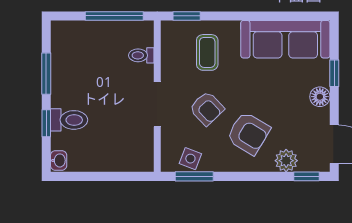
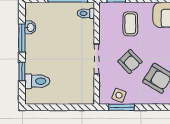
toilet: (141, 55) -> (86, 13), moved
toilet: (69, 120) -> (37, 81), moved
washbasin: (59, 160) -> (30, 27), moved

